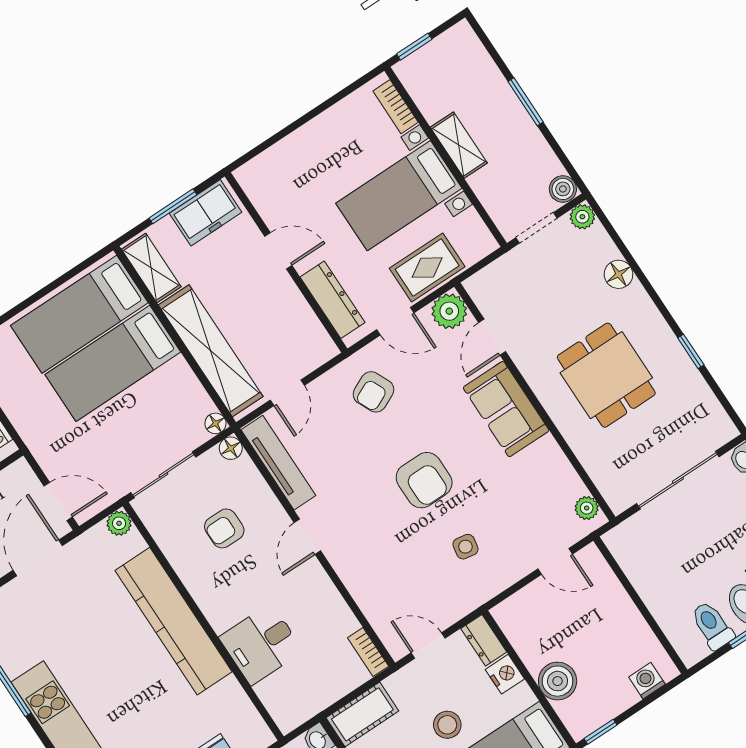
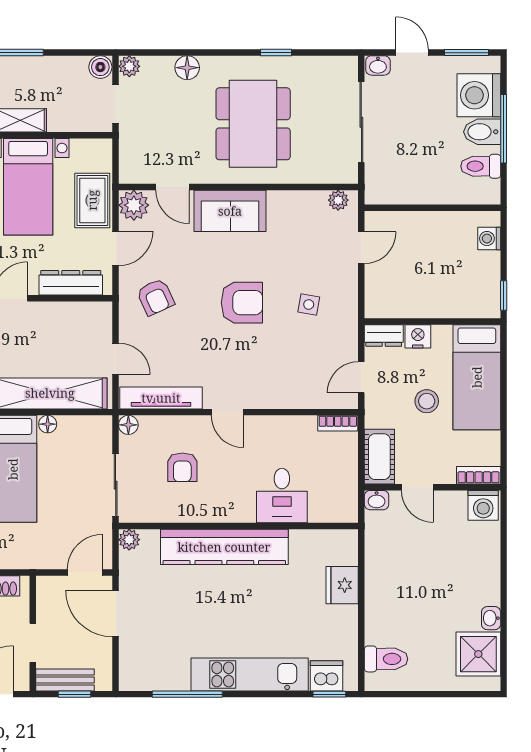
dining table: (606, 375) -> (253, 124), width x1.38
floor lamp: (215, 423) -> (48, 424), moved
boiler: (558, 681) -> (447, 302), removed

